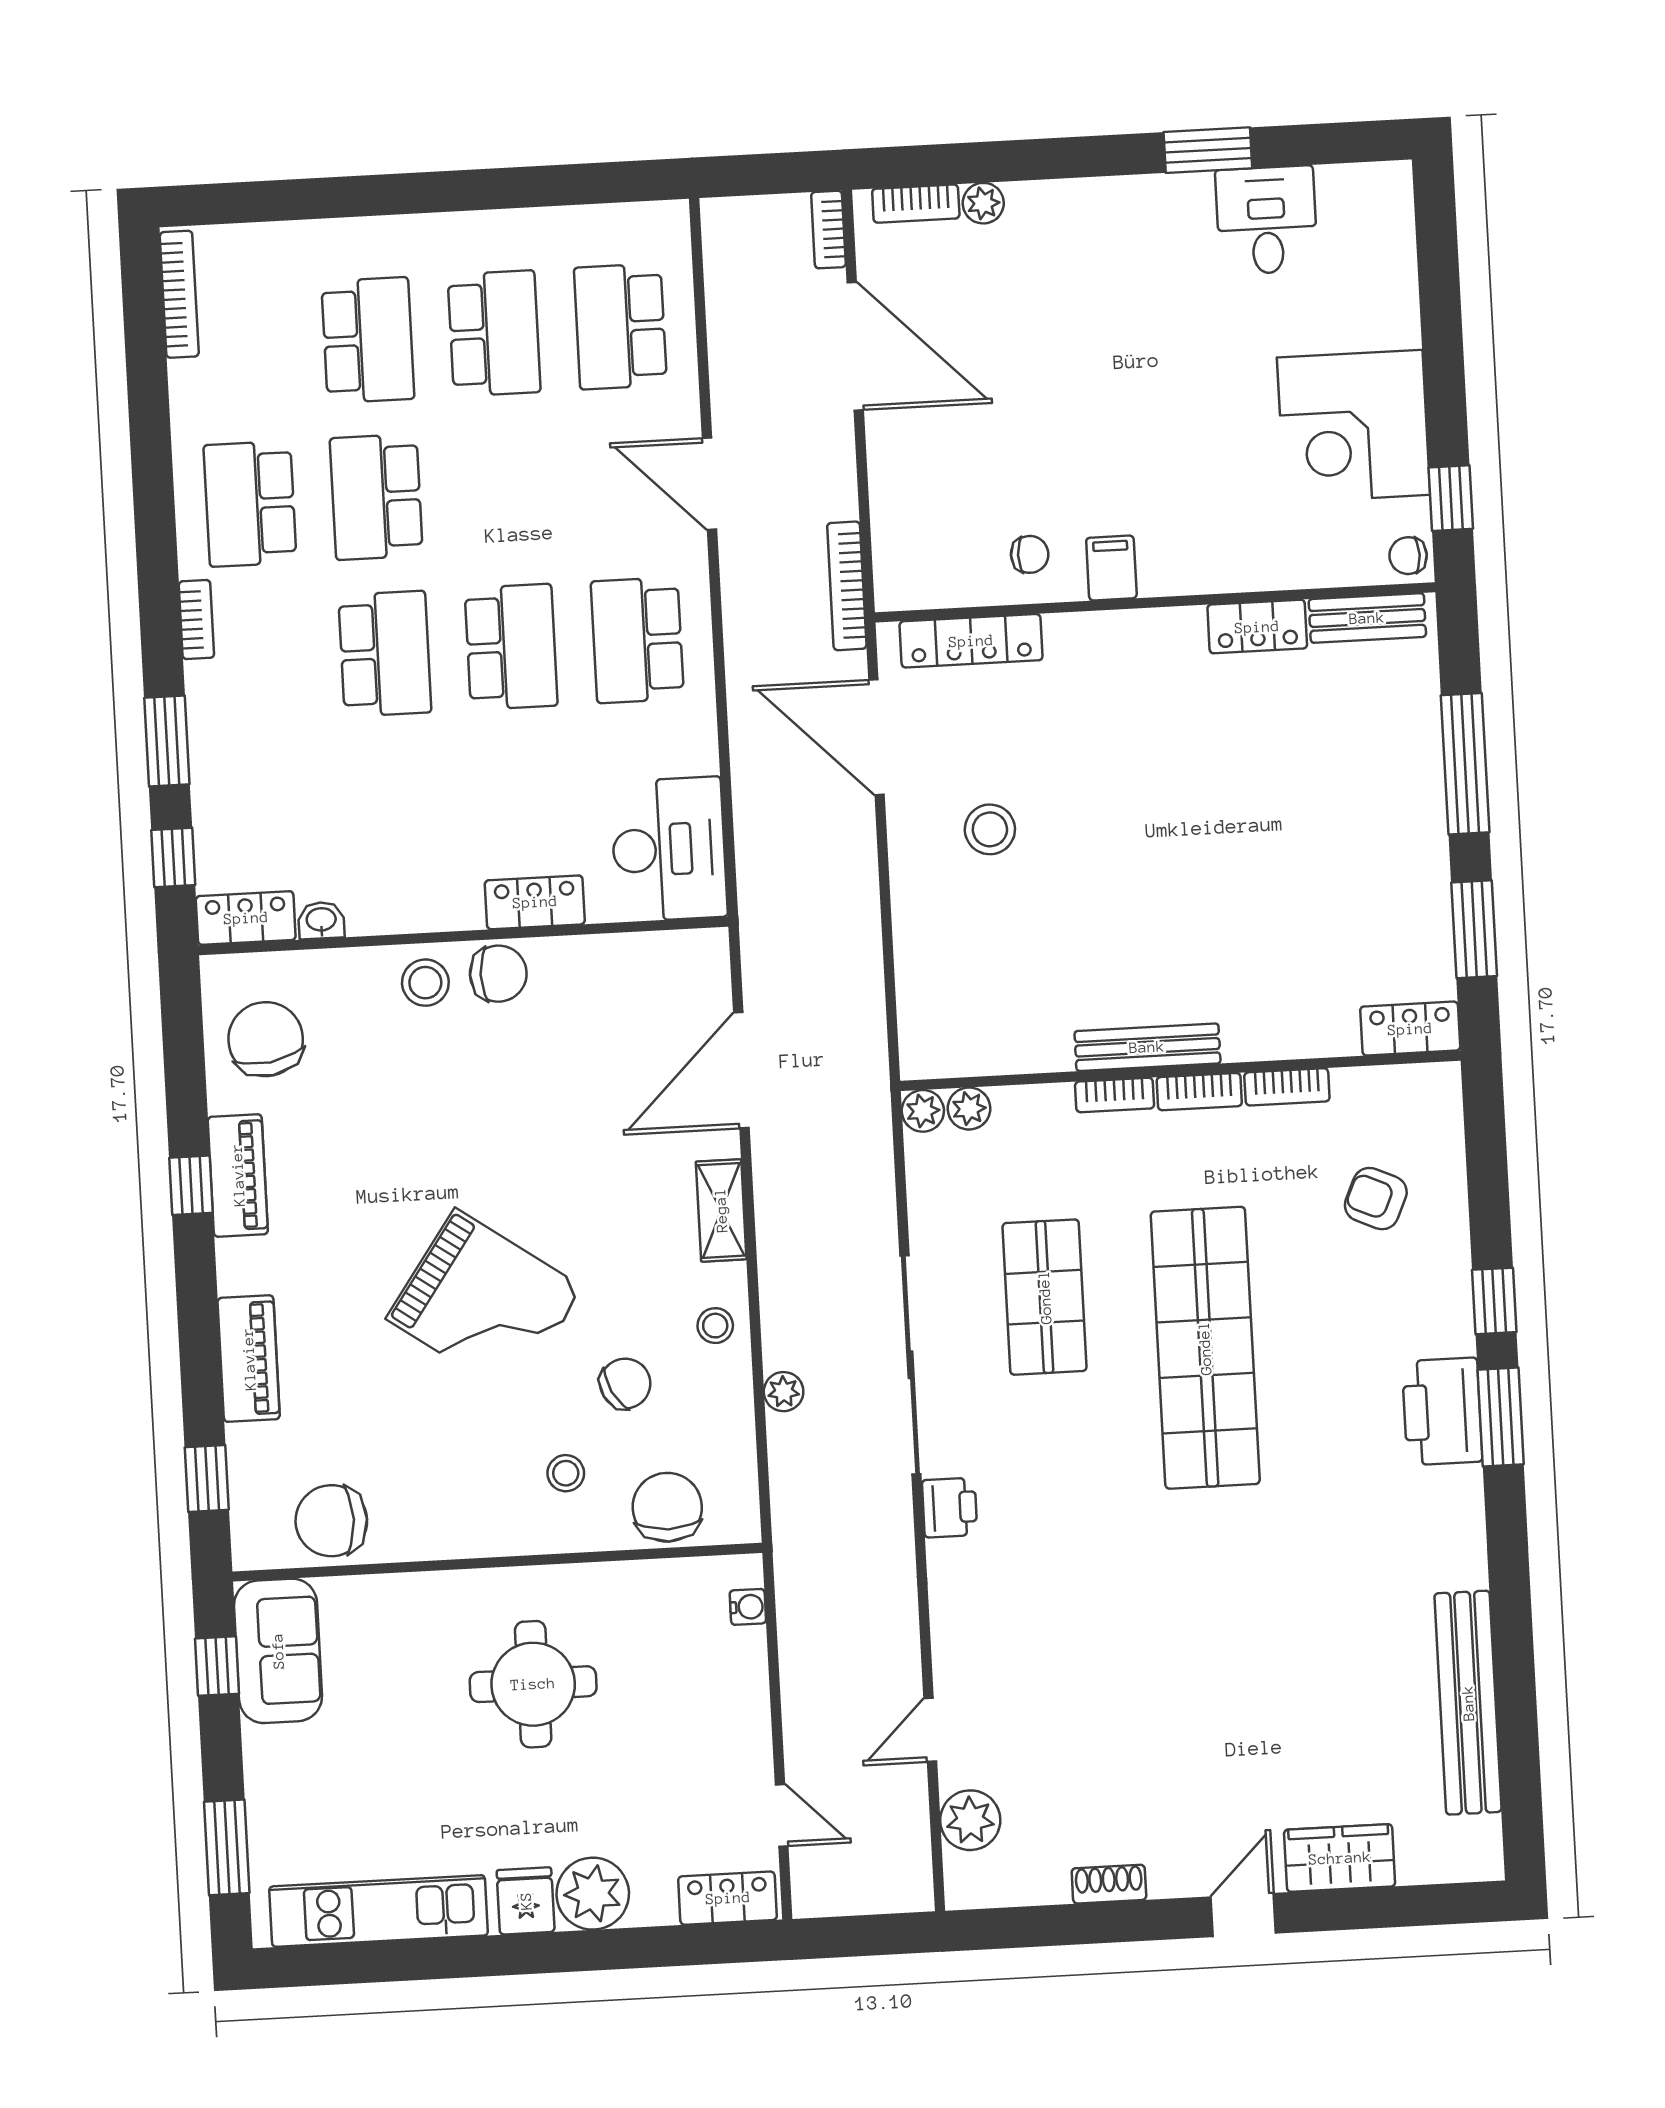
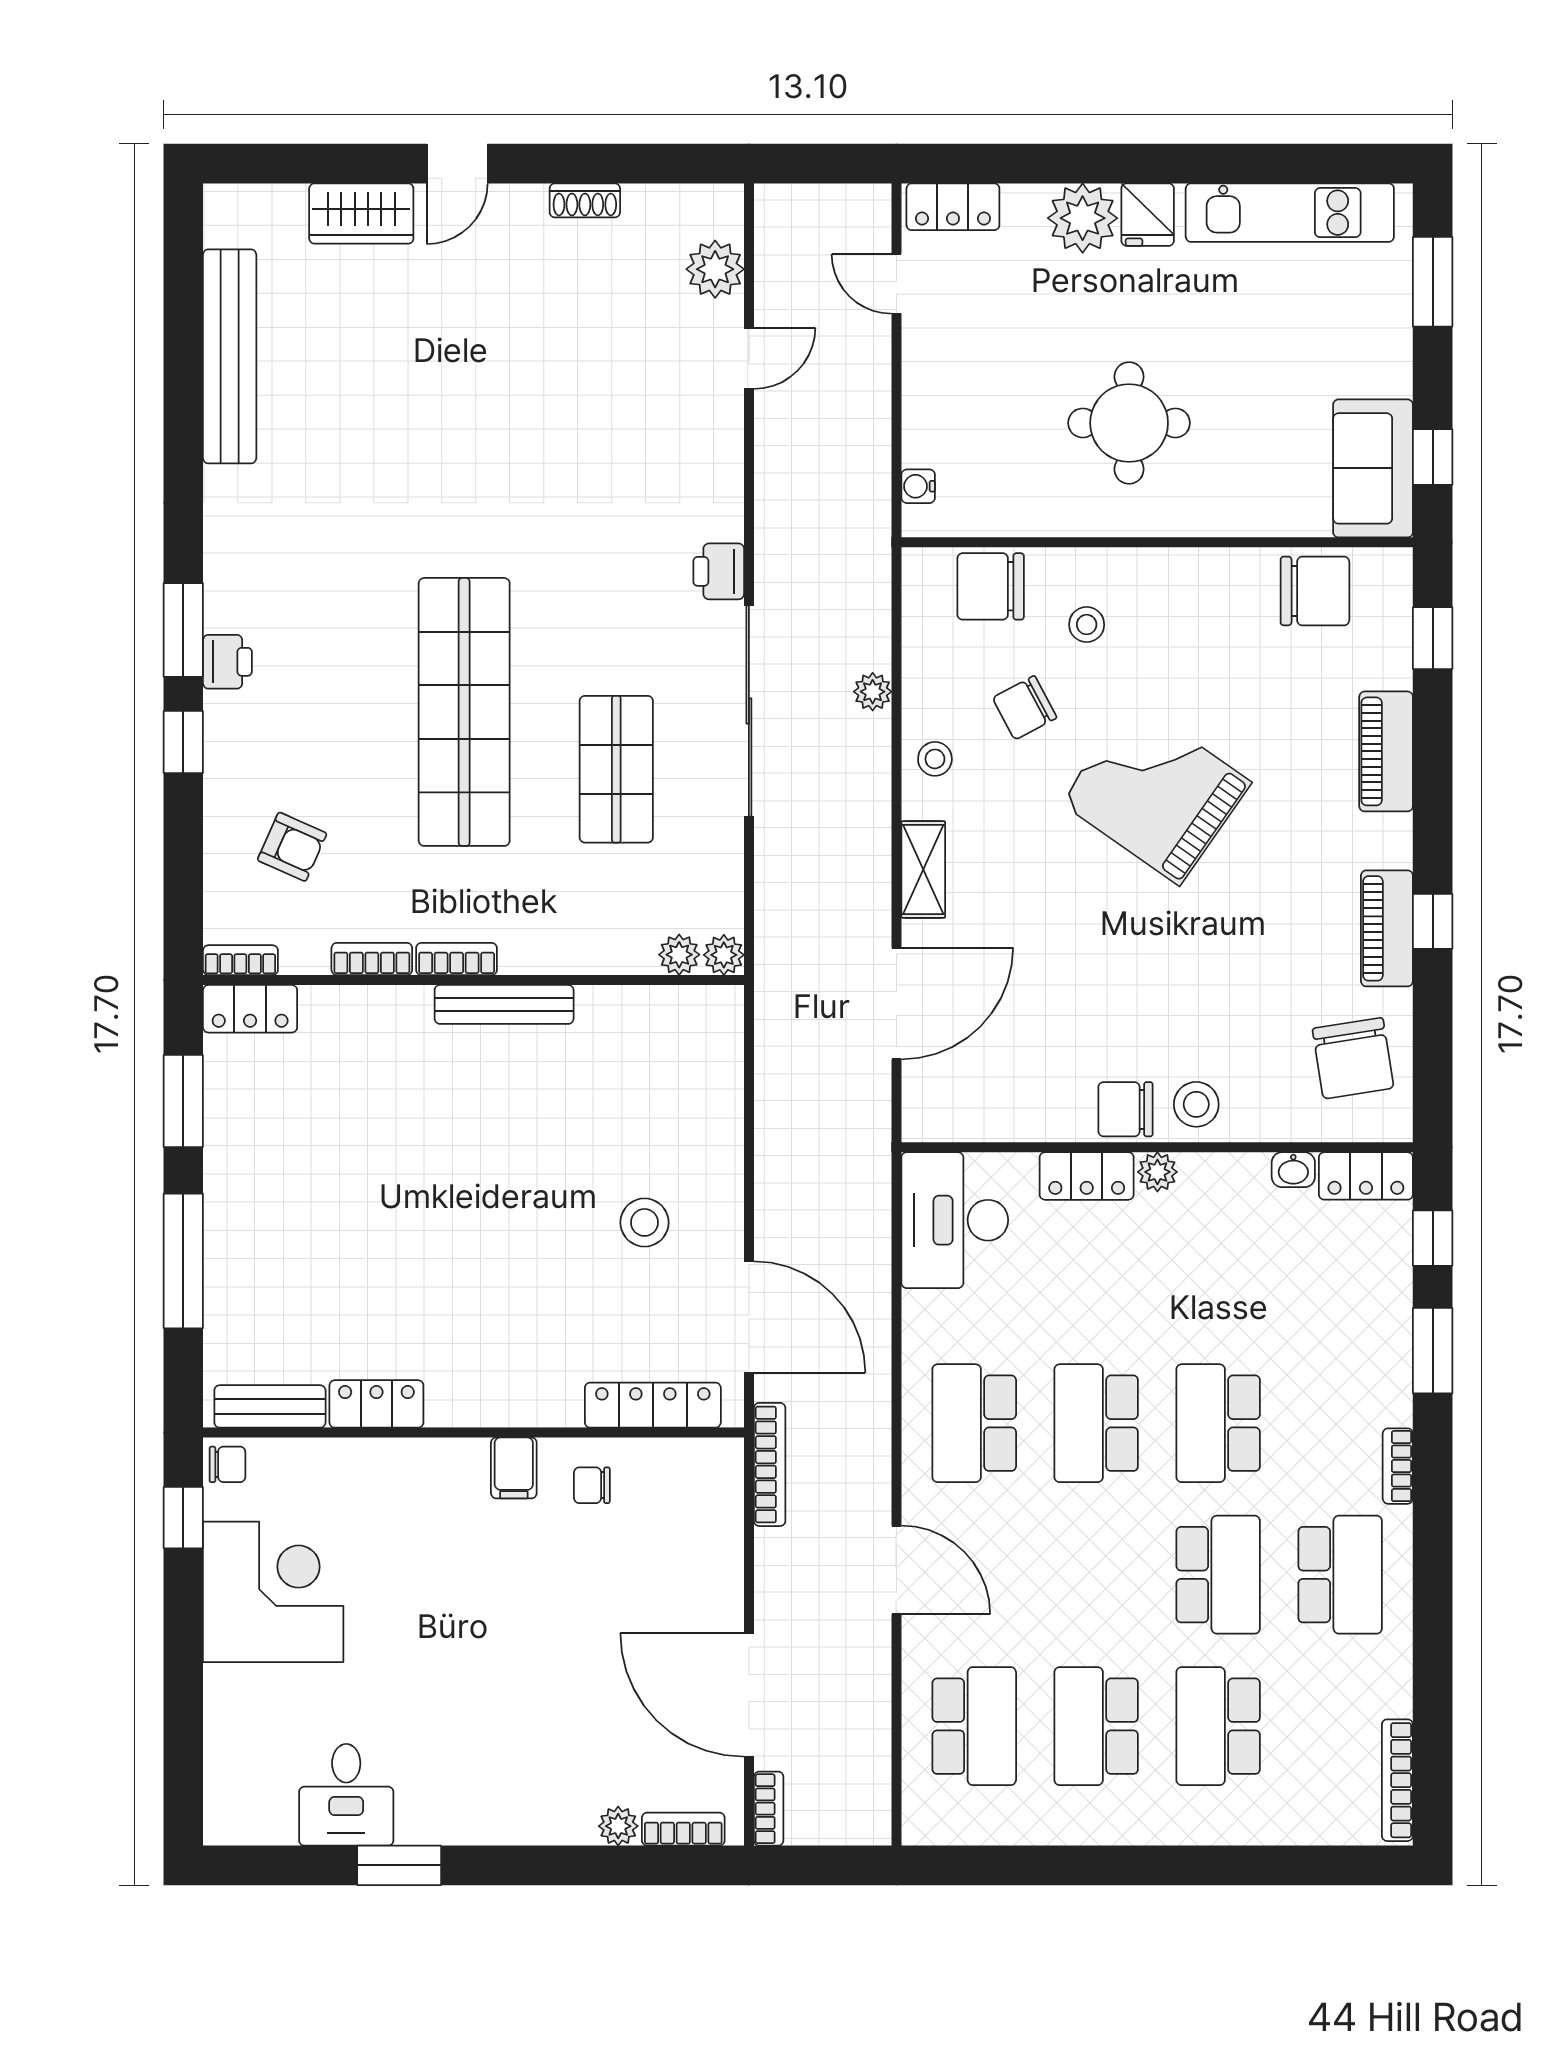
school desk: (637, 640) -> (974, 1423), turned 180
plant: (462, 910) -> (1157, 1172), added
bookcase: (1115, 1095) -> (240, 960), moved
printer: (1442, 1411) -> (227, 662), width x0.53, depth x0.68
chair: (667, 1507) -> (991, 586), turned 90

